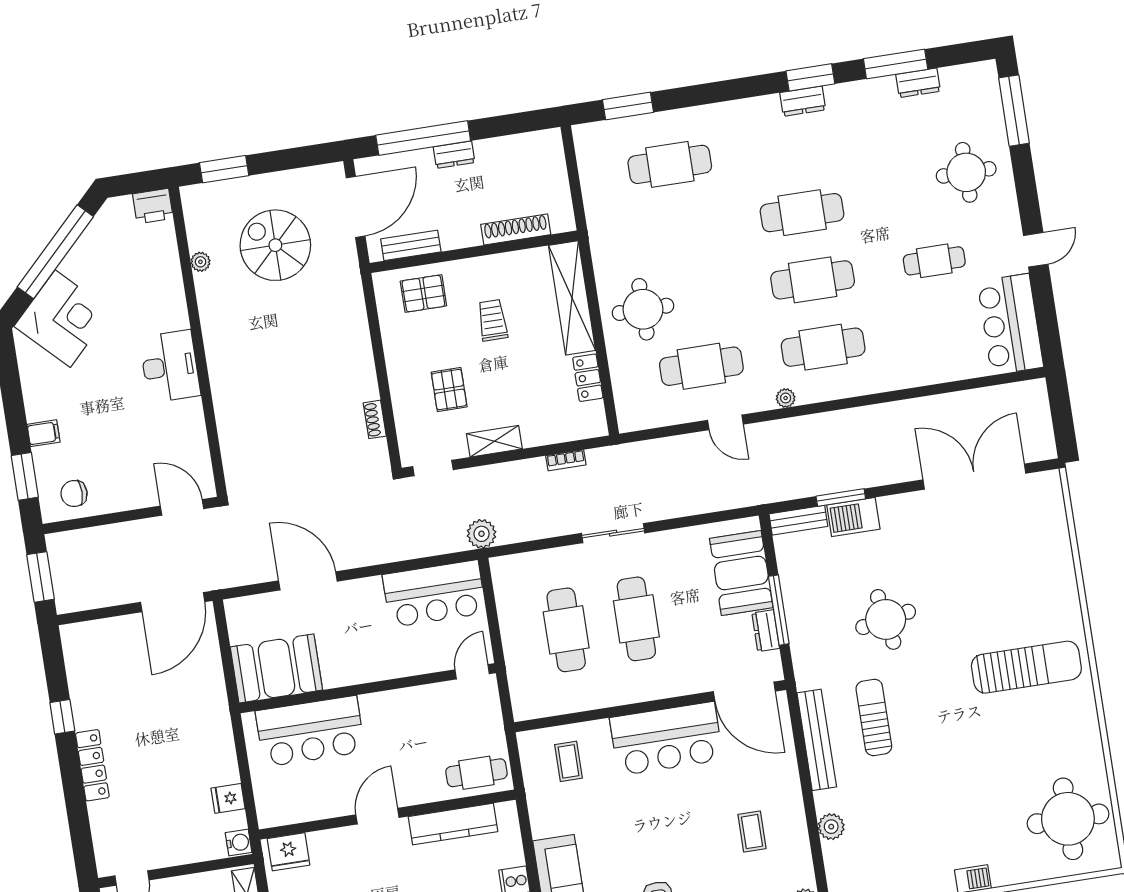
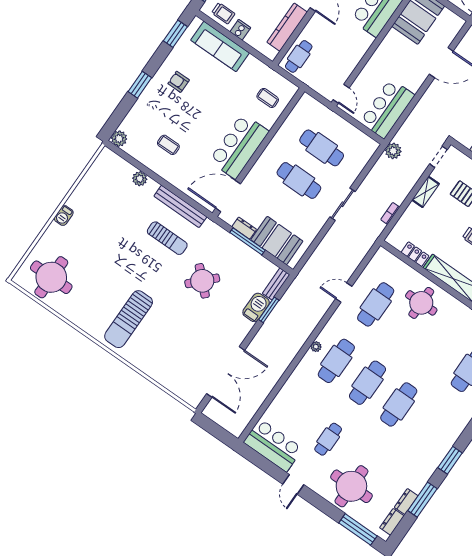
dresser: (803, 101) -> (392, 522), moved
round table: (966, 172) -> (351, 486), width x1.36, depth x1.36
plant: (786, 398) -> (316, 347), moved
round table: (886, 619) -> (202, 281), turned -36

